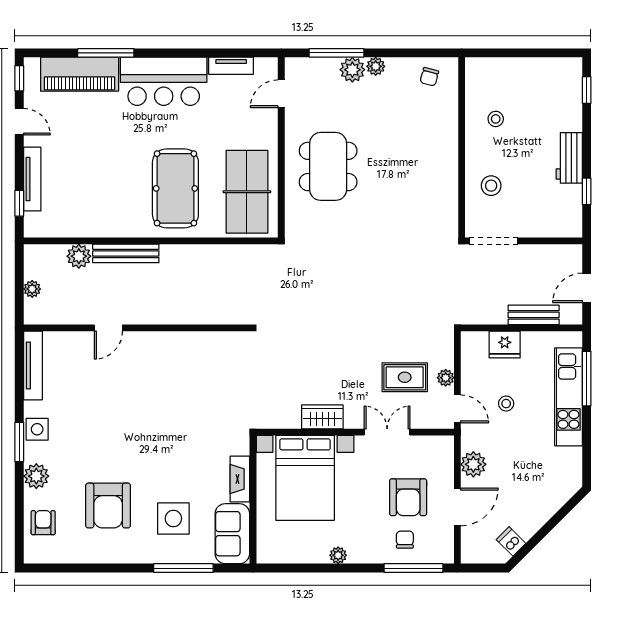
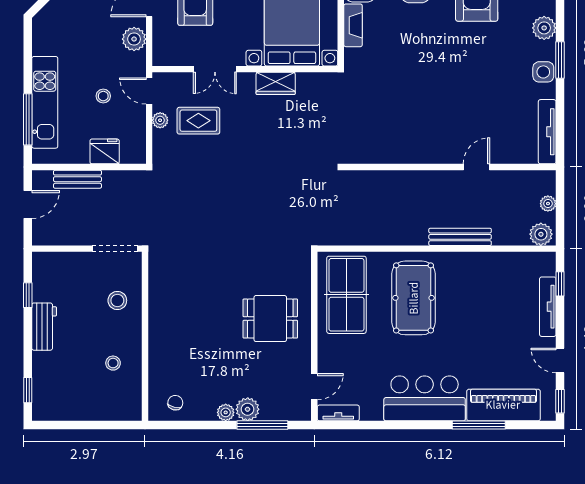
tv unit: (231, 66) -> (338, 413), moved
dining table: (328, 166) -> (270, 319), width x0.73
plant: (79, 256) -> (541, 234), moved

